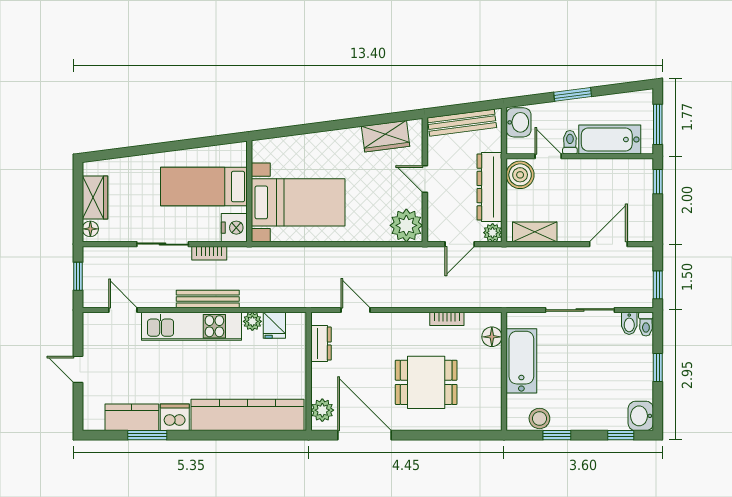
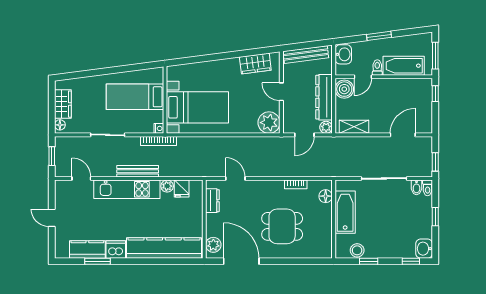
door: (548, 156) -> (363, 77), swing flipped
nightstand: (234, 228) -> (159, 128), width x0.53, depth x0.56
bookcase: (209, 253) -> (159, 141), moved, width x1.56

